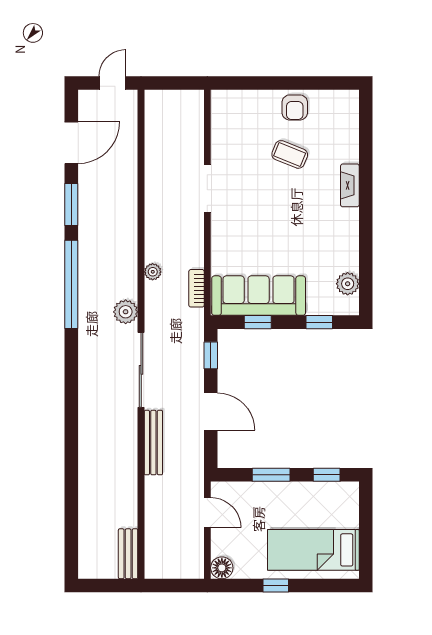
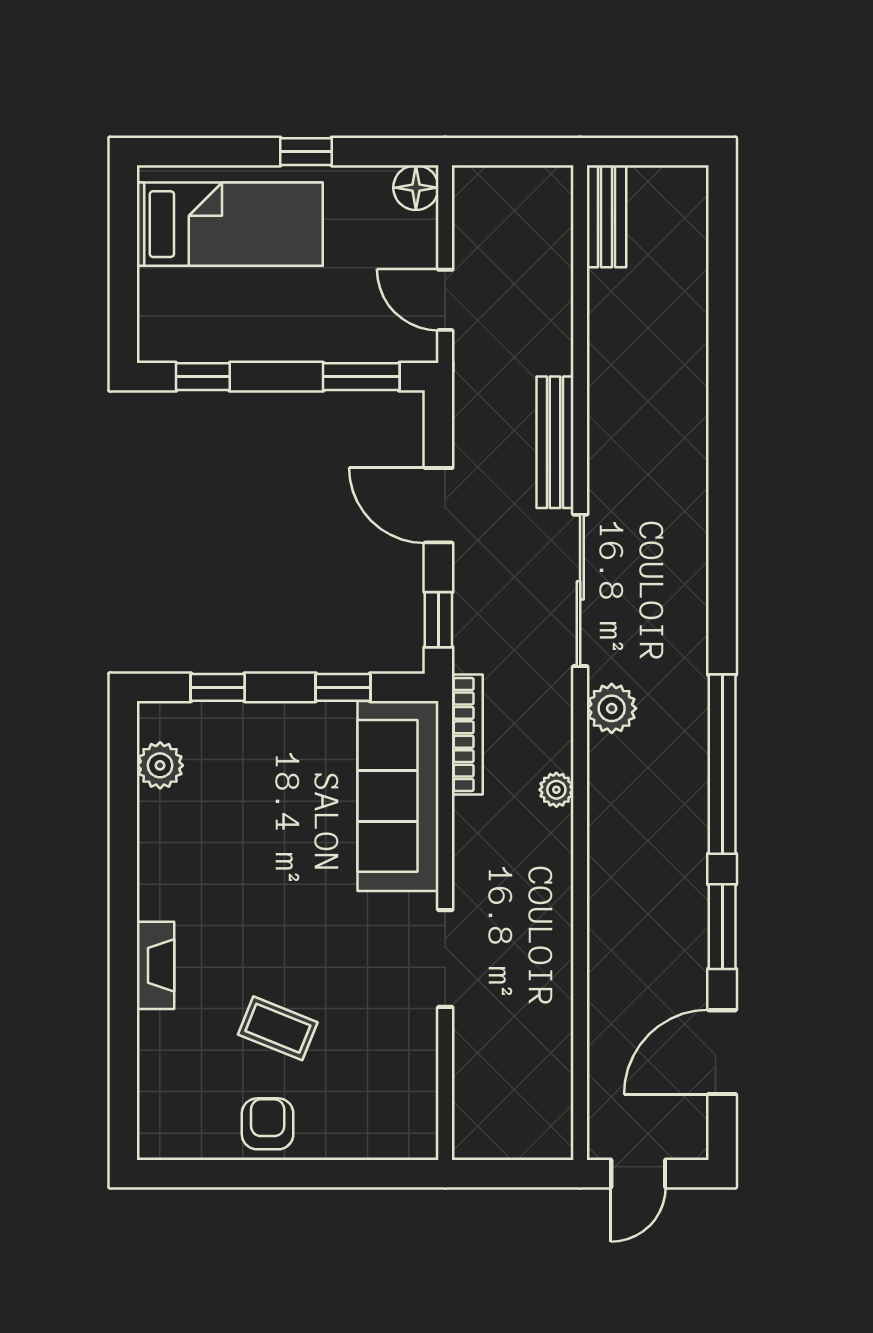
bookcase: (197, 288) -> (467, 735), width x1.56
sofa: (259, 296) -> (398, 796), moved, turned 90
window: (271, 475) -> (361, 377), moved

